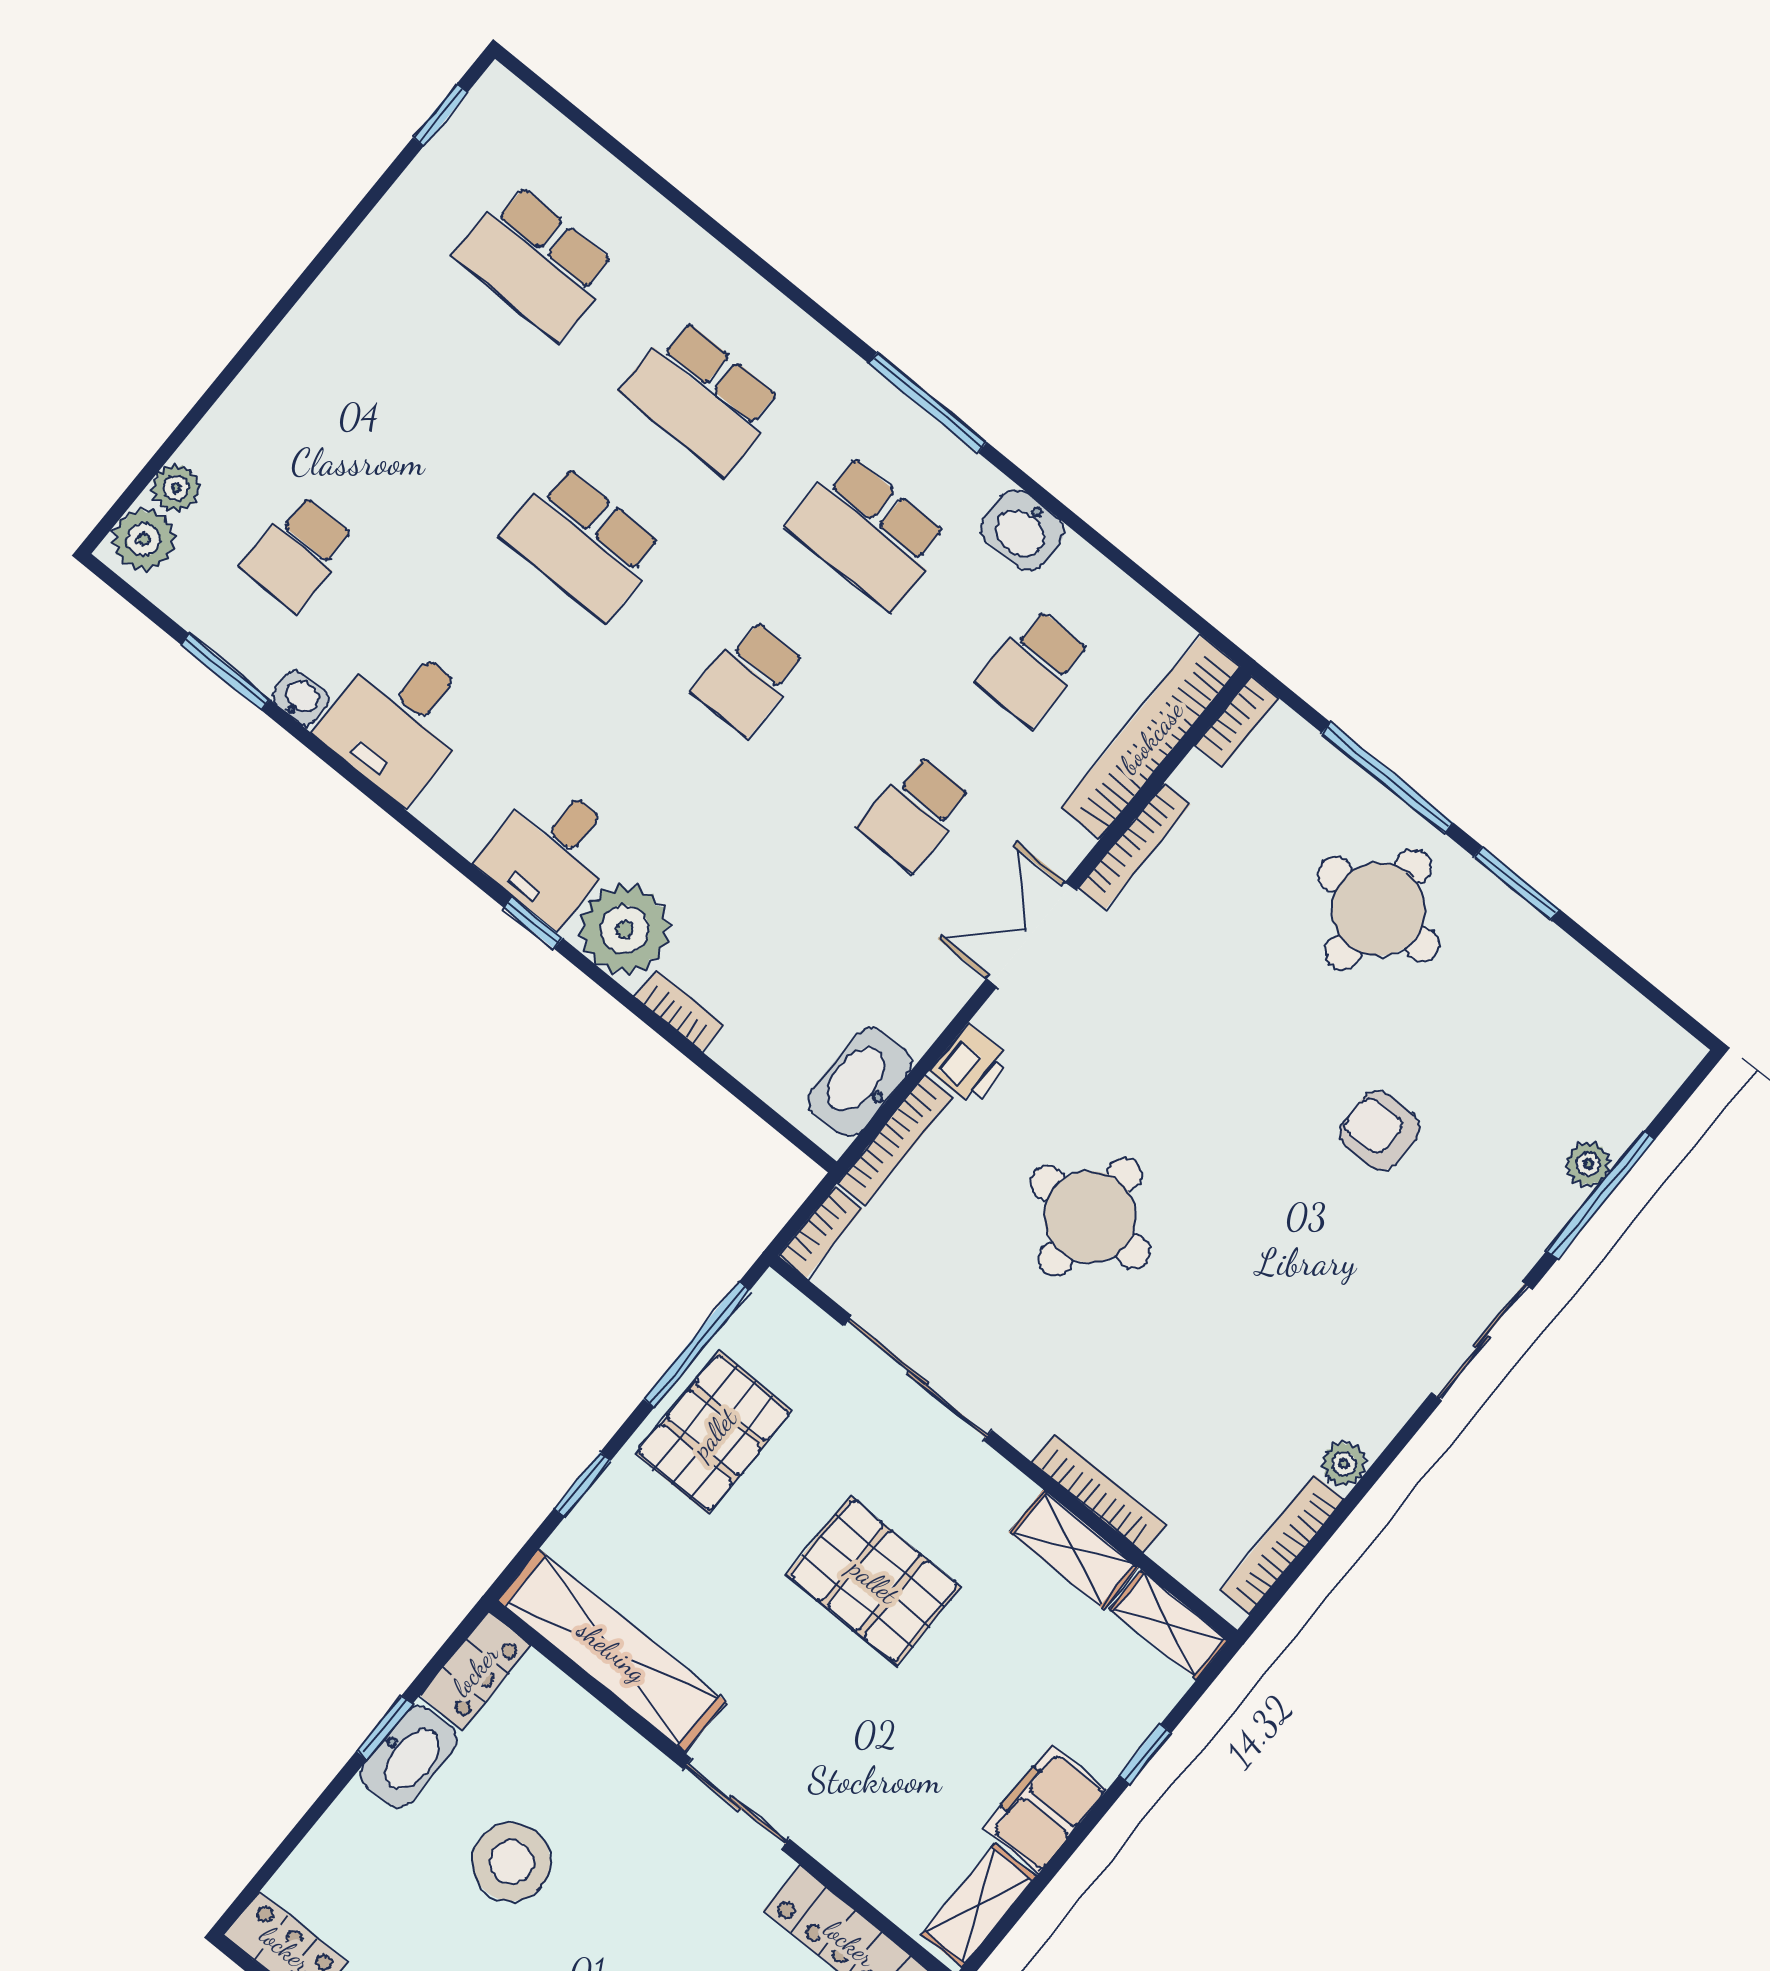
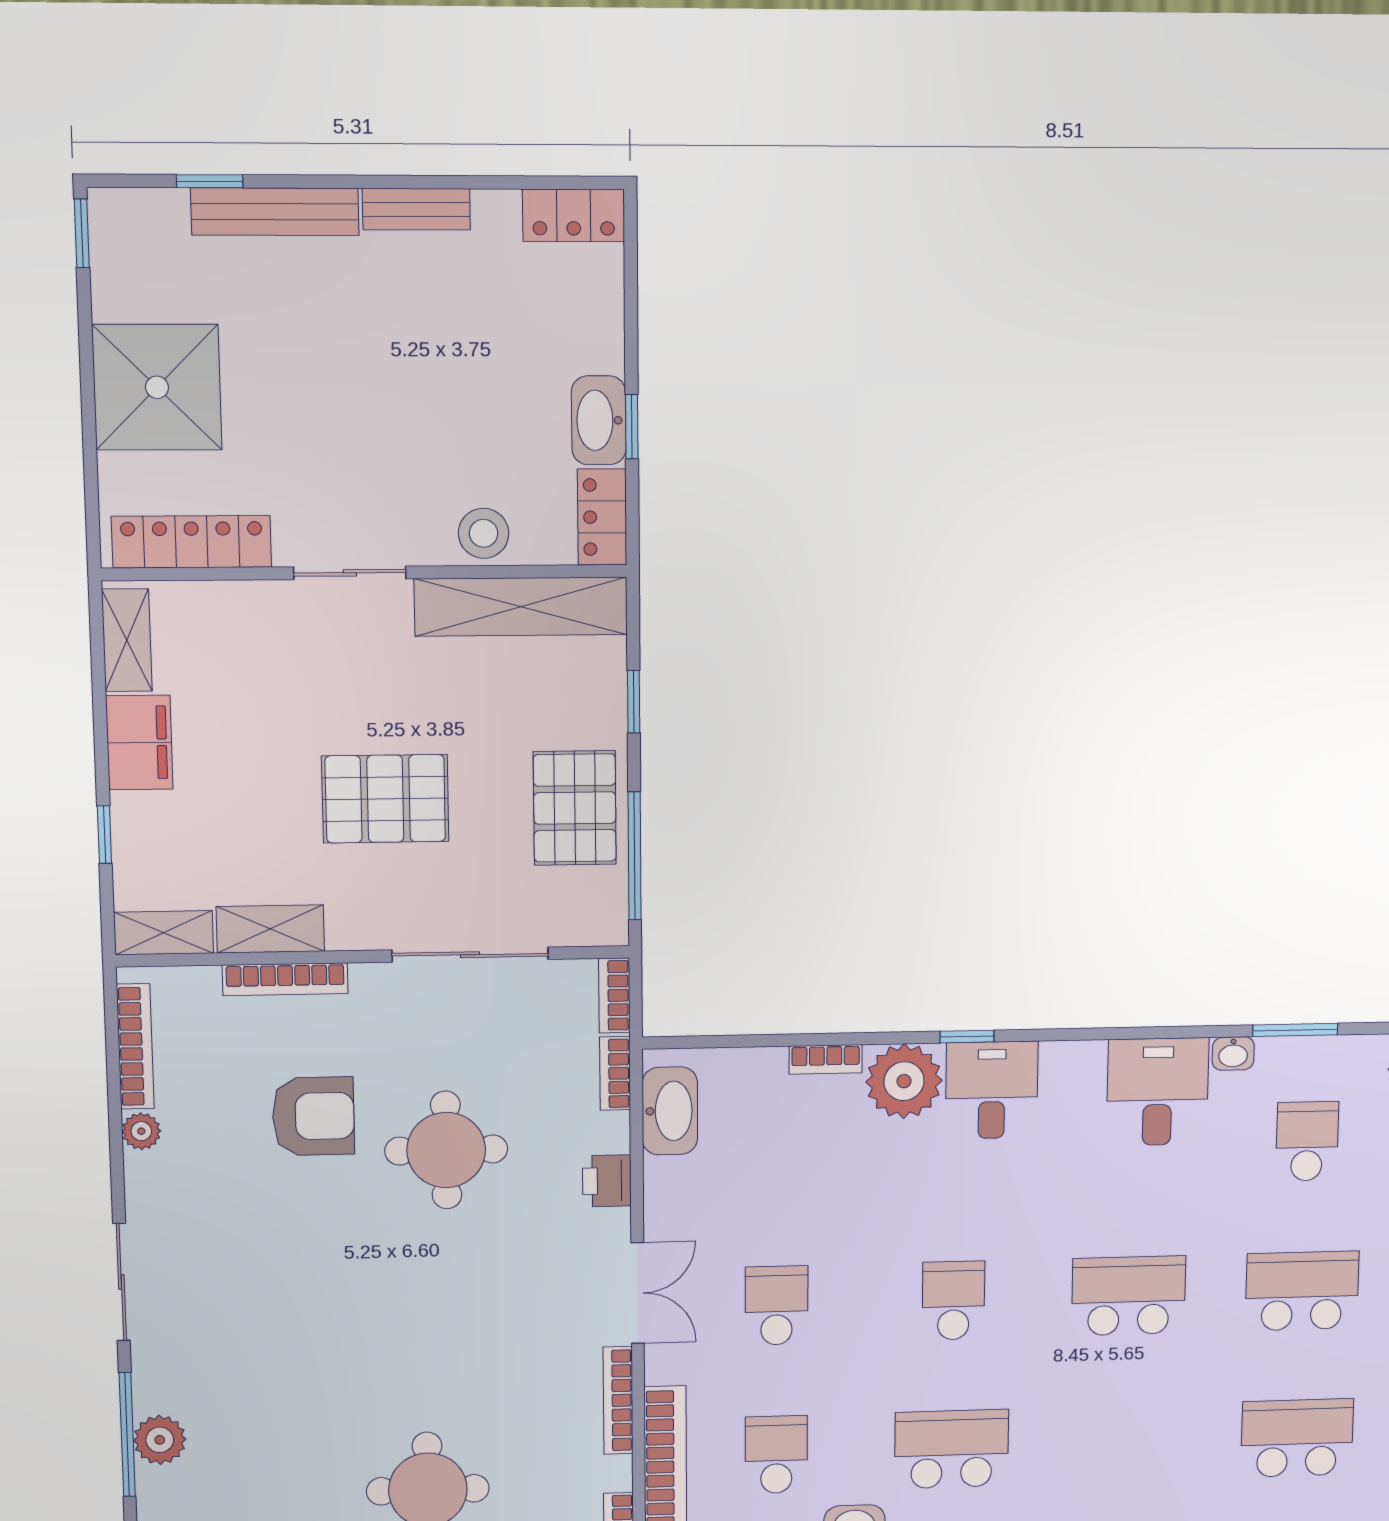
school desk: (702, 397) -> (1302, 1291), moved
armchair: (1380, 1131) -> (313, 1116), moved, width x1.38, depth x1.38
bookcase: (896, 1140) -> (615, 1073), width x0.64
plant: (1588, 1164) -> (160, 1440), width x1.38, depth x1.38
stool: (511, 1862) -> (484, 533), moved, width x0.73, depth x0.73

